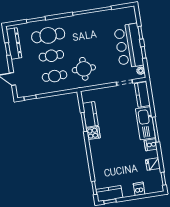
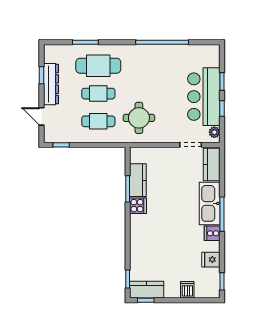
dresser: (14, 44) -> (51, 84), moved

